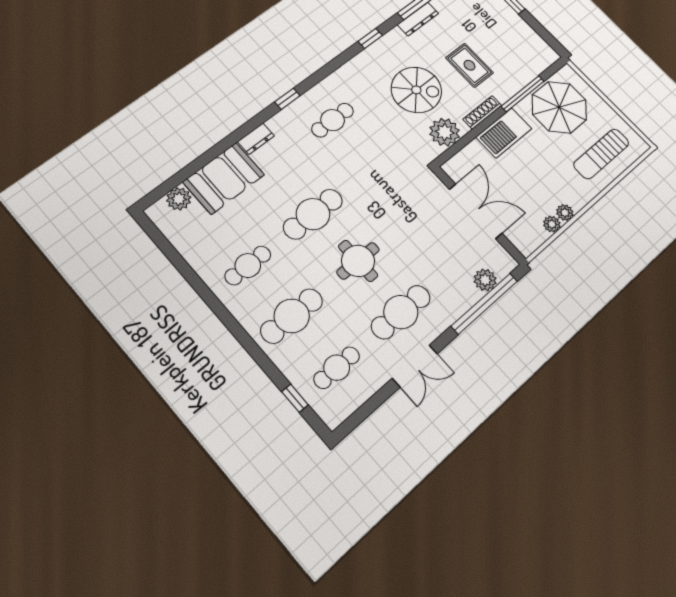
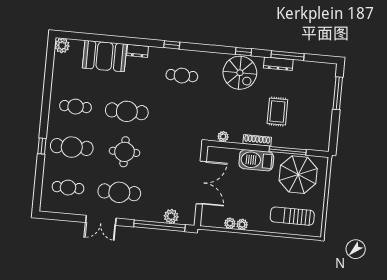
spiral stairs: (416, 90) -> (240, 73), moved
plant: (445, 132) -> (223, 137), width x0.53, depth x0.53
plant: (179, 199) -> (62, 46), moved
window: (295, 398) -> (42, 146), moved

